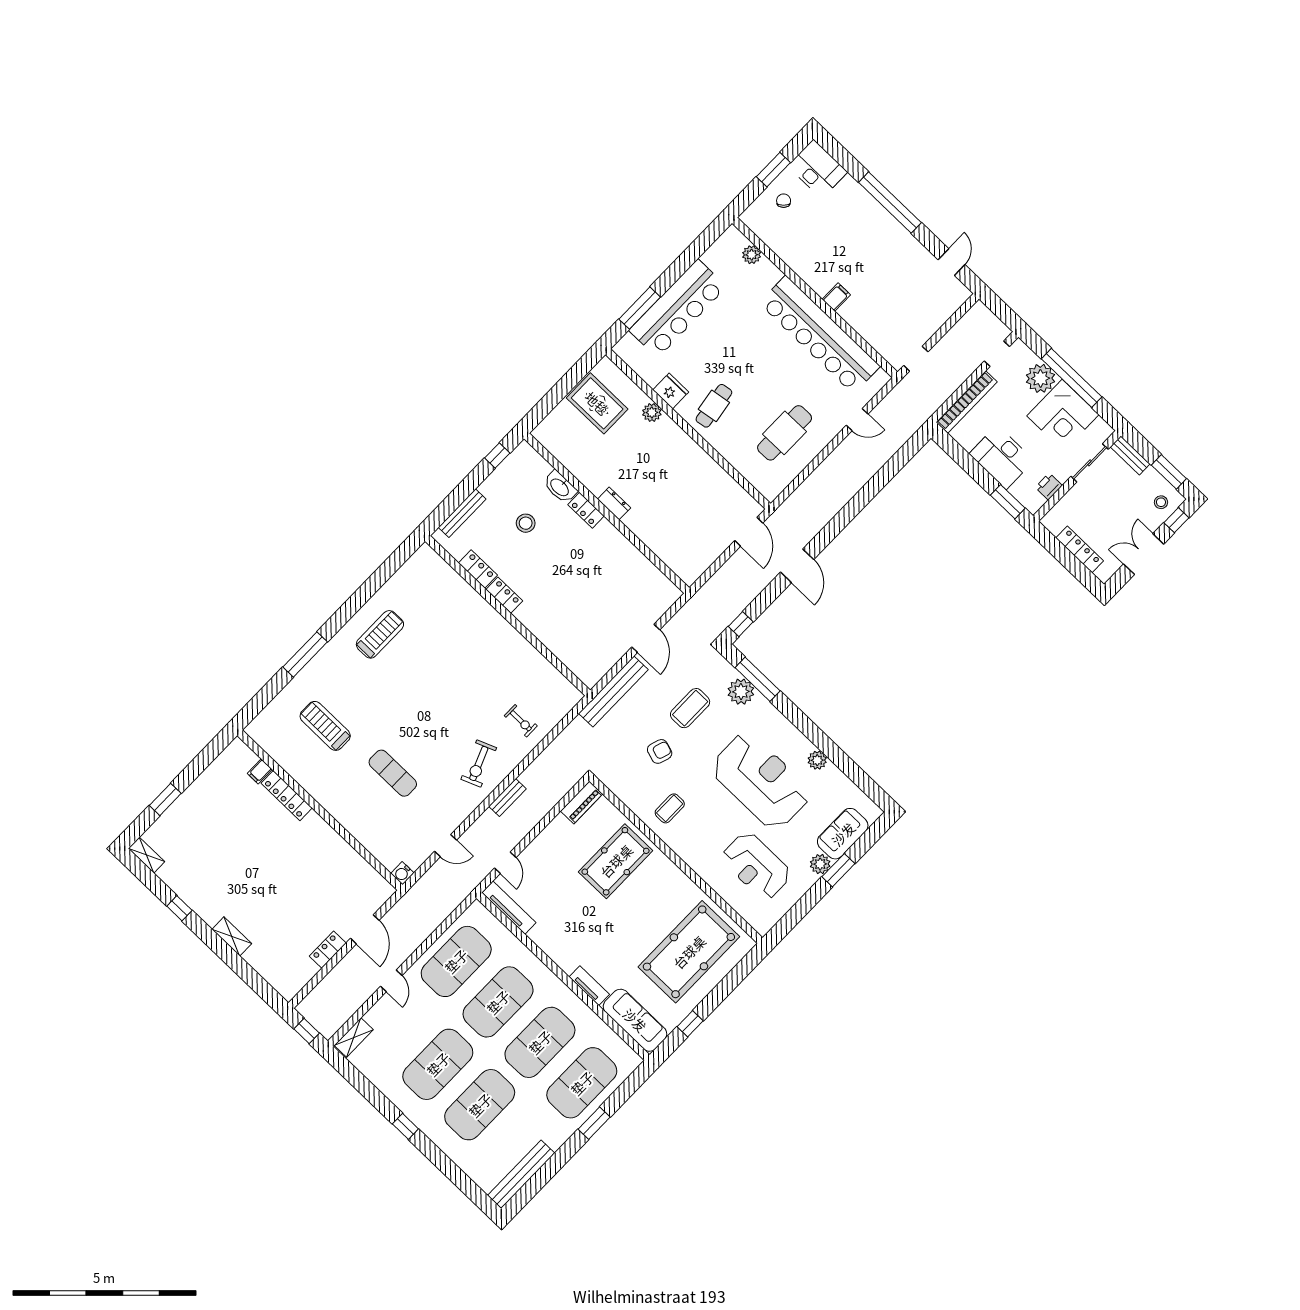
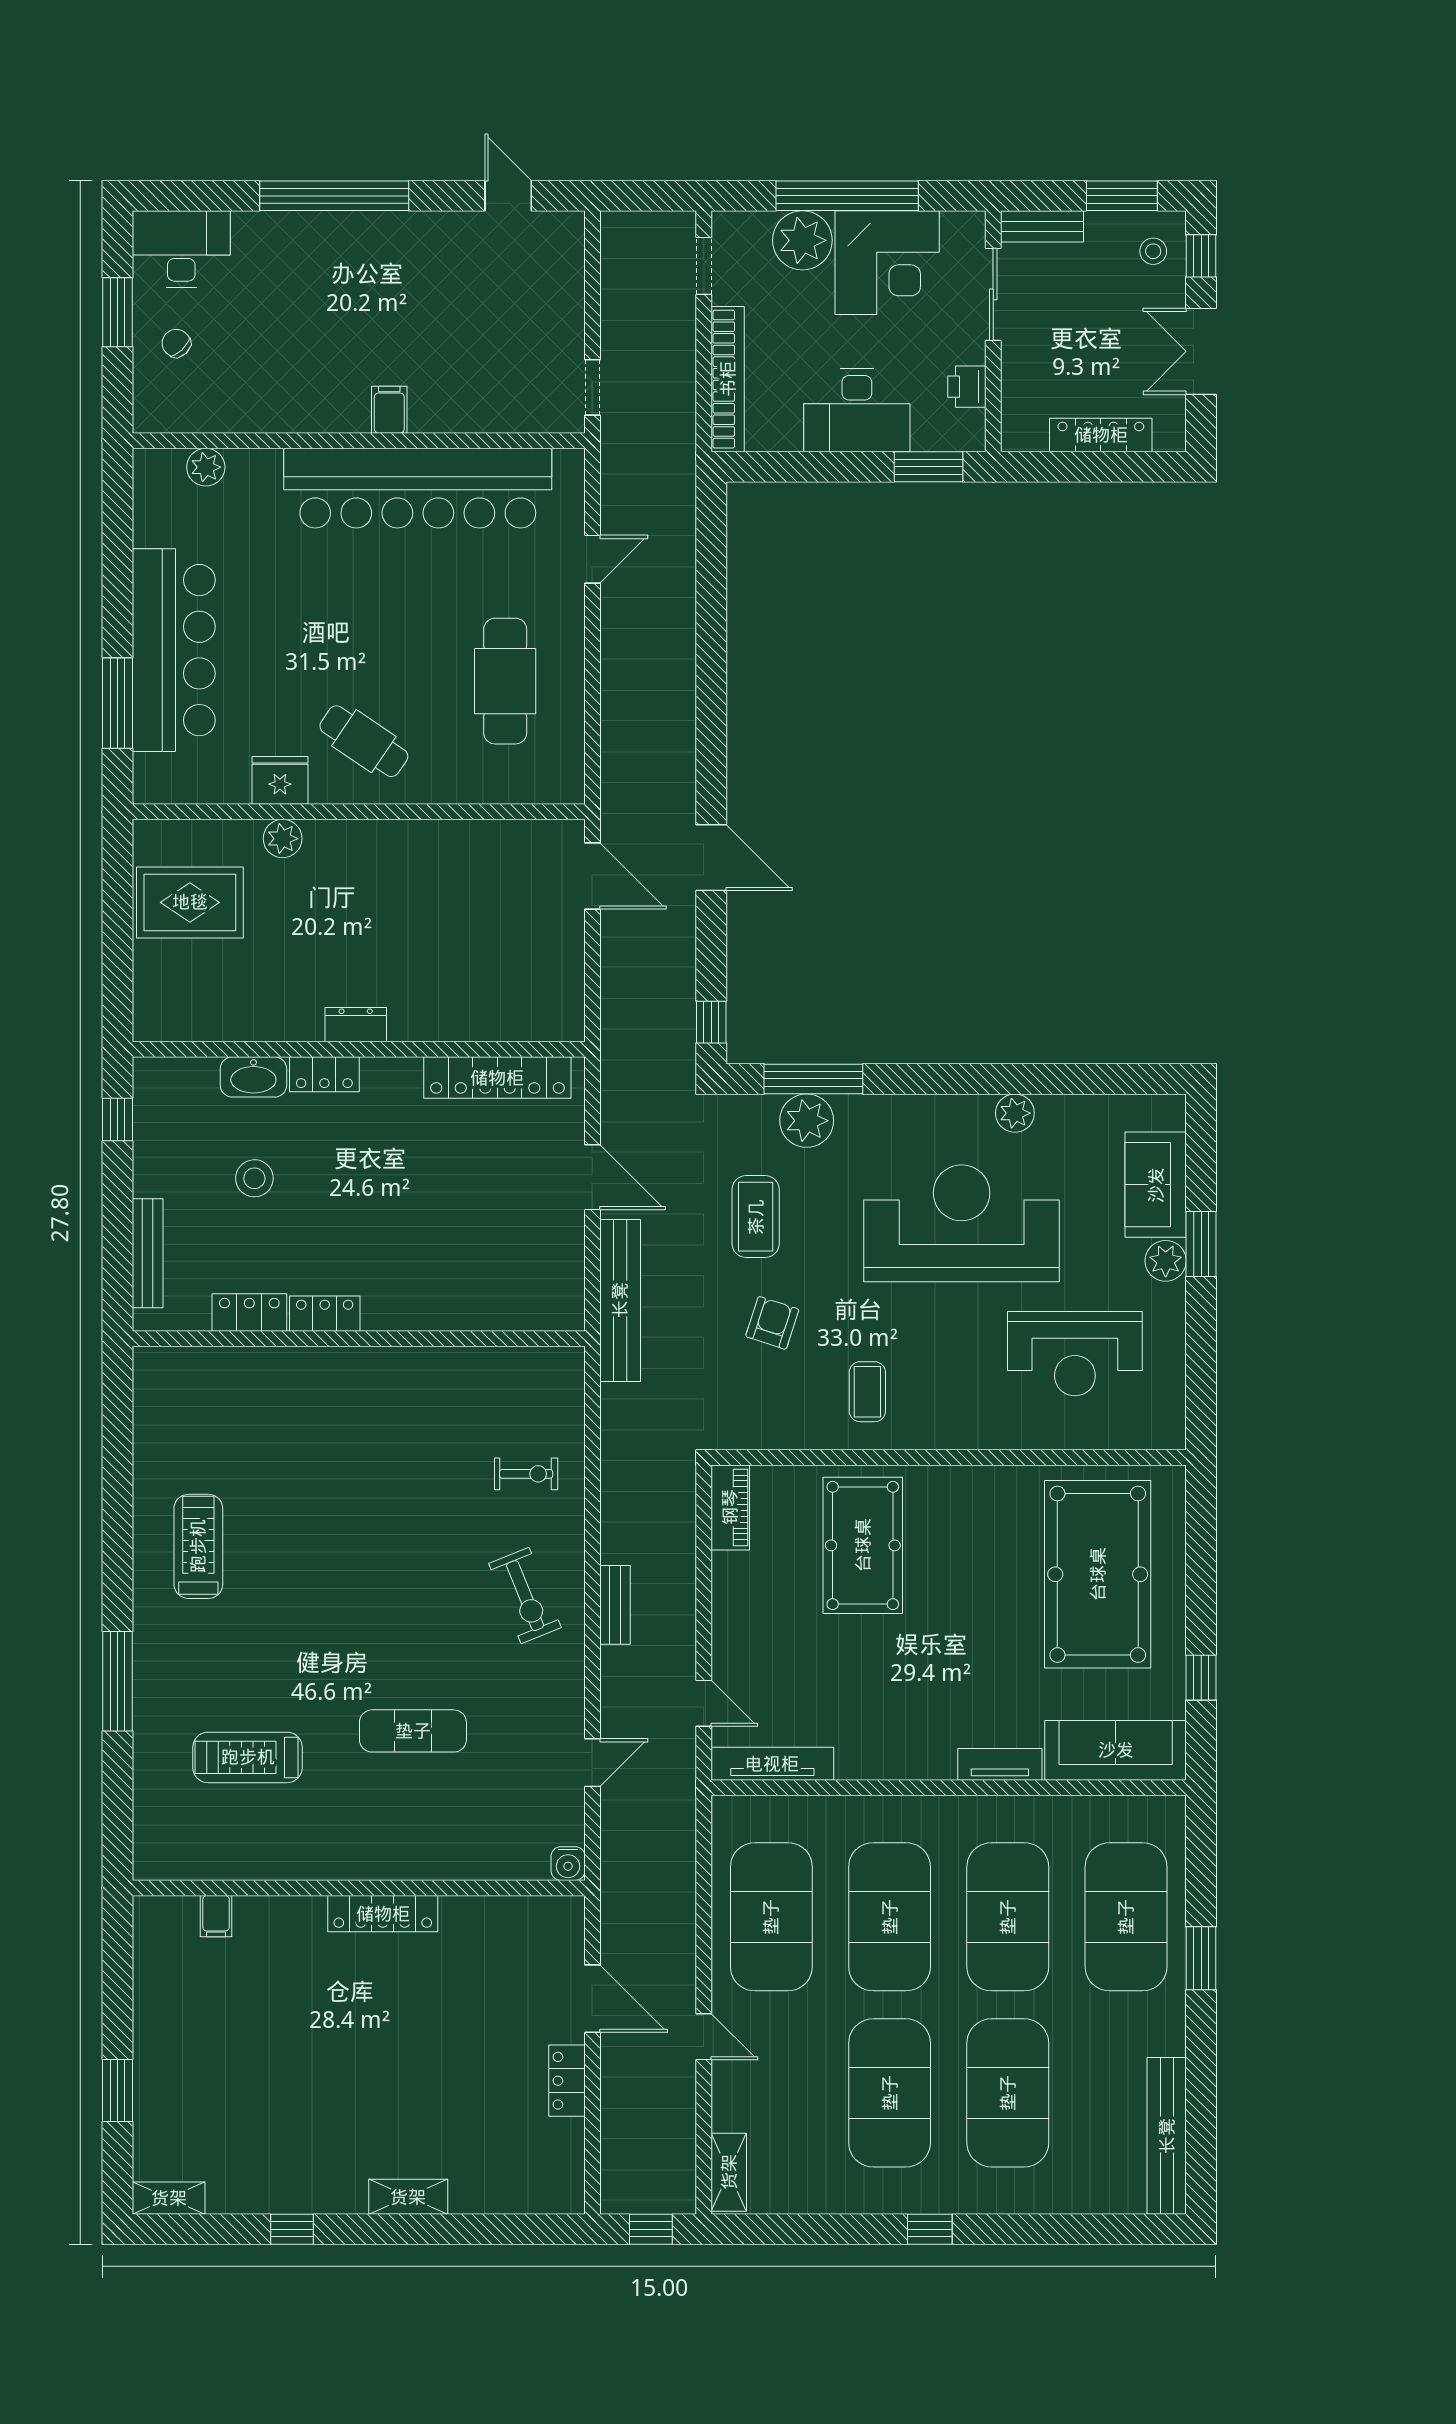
cafe table: (714, 406) -> (364, 741), turned -47
locker: (646, 571) -> (497, 1078), added
locker: (287, 796) -> (383, 1914), moved

